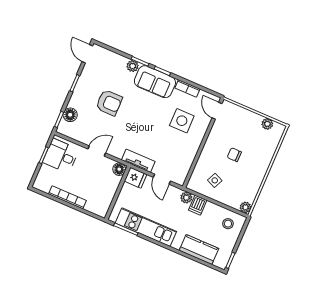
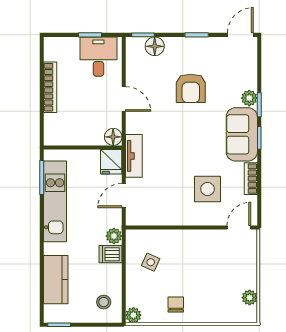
chair: (234, 155) -> (176, 305), moved

